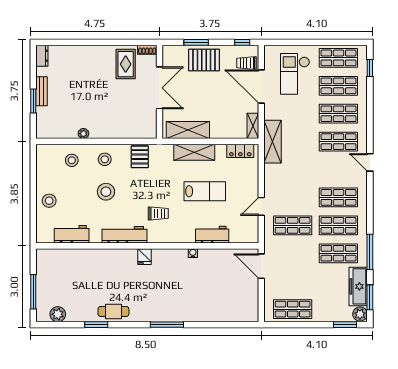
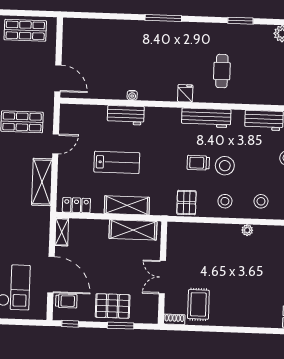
double door: (159, 88) -> (162, 277), width x0.73
shelving: (273, 142) -> (42, 182), moved
lab bench: (205, 191) -> (117, 162), turned 180
trolley: (158, 213) -> (198, 163), moved
workbench: (212, 235) -> (126, 115), moved
cafe table: (113, 311) -> (222, 71), moved, turned 90

